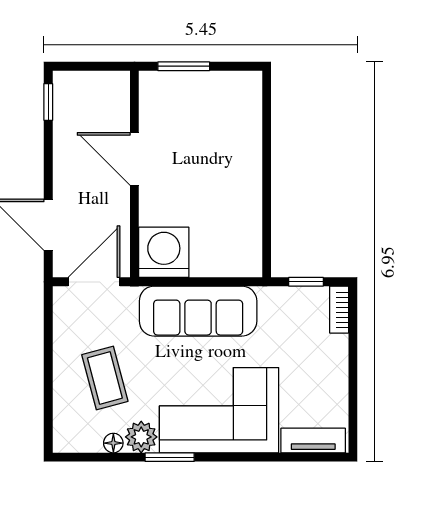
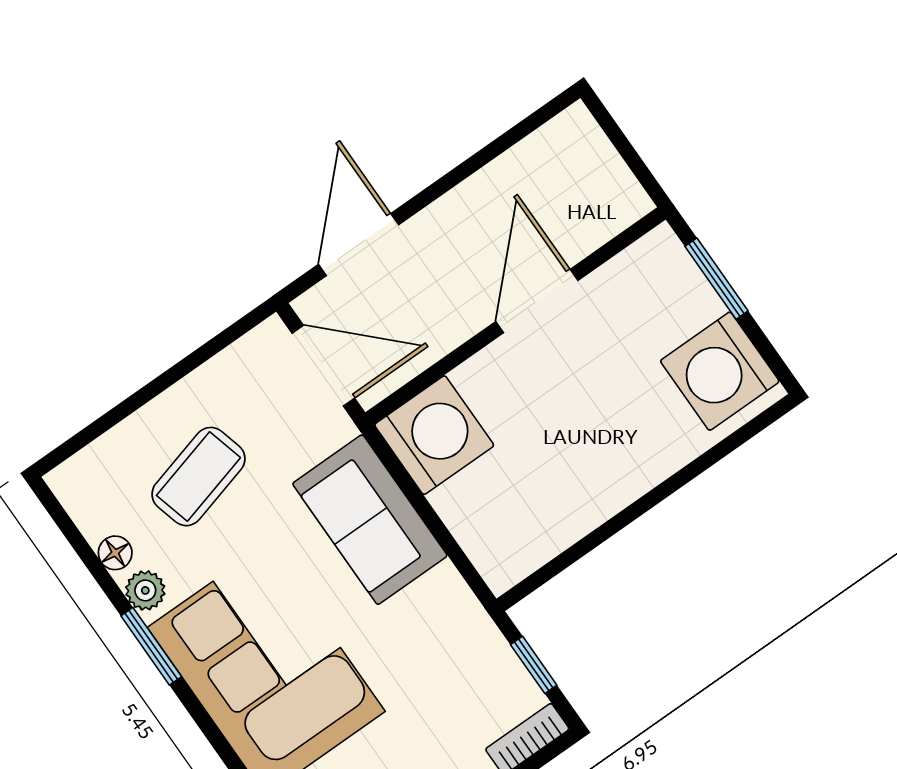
washing machine: (229, 96) -> (720, 371), added
window: (48, 102) -> (532, 123), removed
sofa: (198, 311) -> (370, 520), width x0.73
plant: (141, 437) -> (145, 590), width x0.73, depth x0.73

